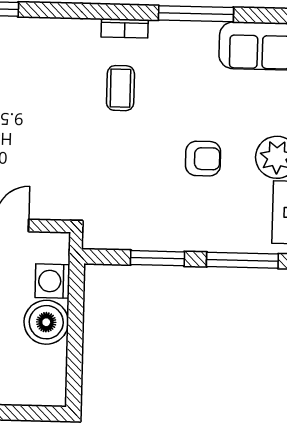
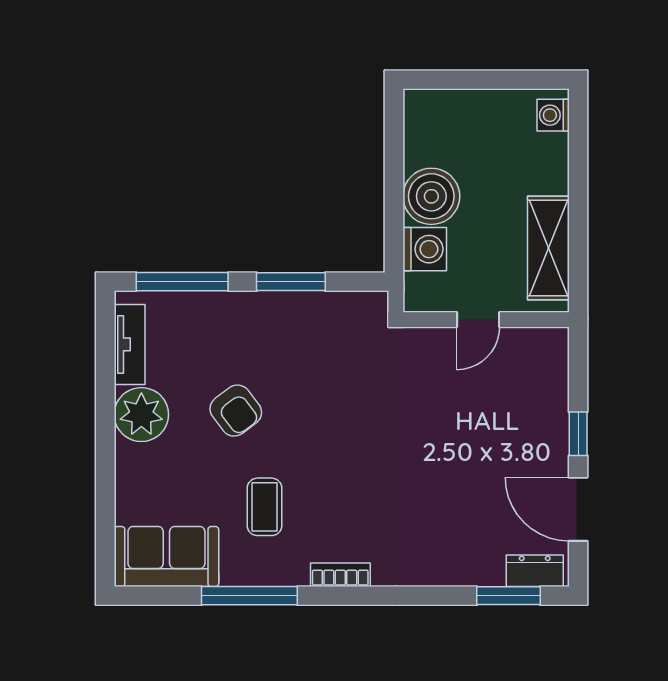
coffee table: (120, 88) -> (265, 507), moved
armchair: (203, 159) -> (236, 411), turned -127

